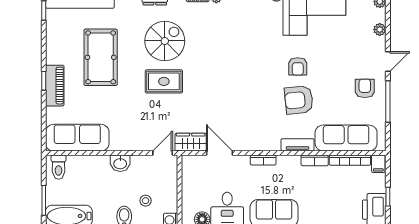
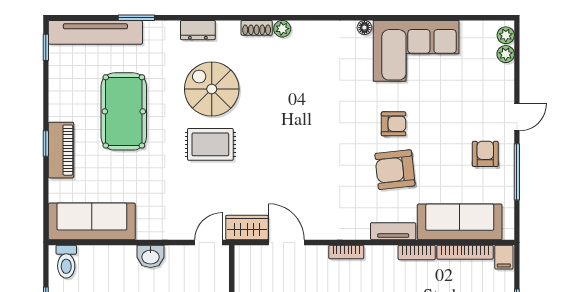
plant: (380, 29) -> (506, 54), moved
spiral stairs: (165, 41) -> (212, 89), turned -90
armchair: (298, 66) -> (394, 124), turned -90

